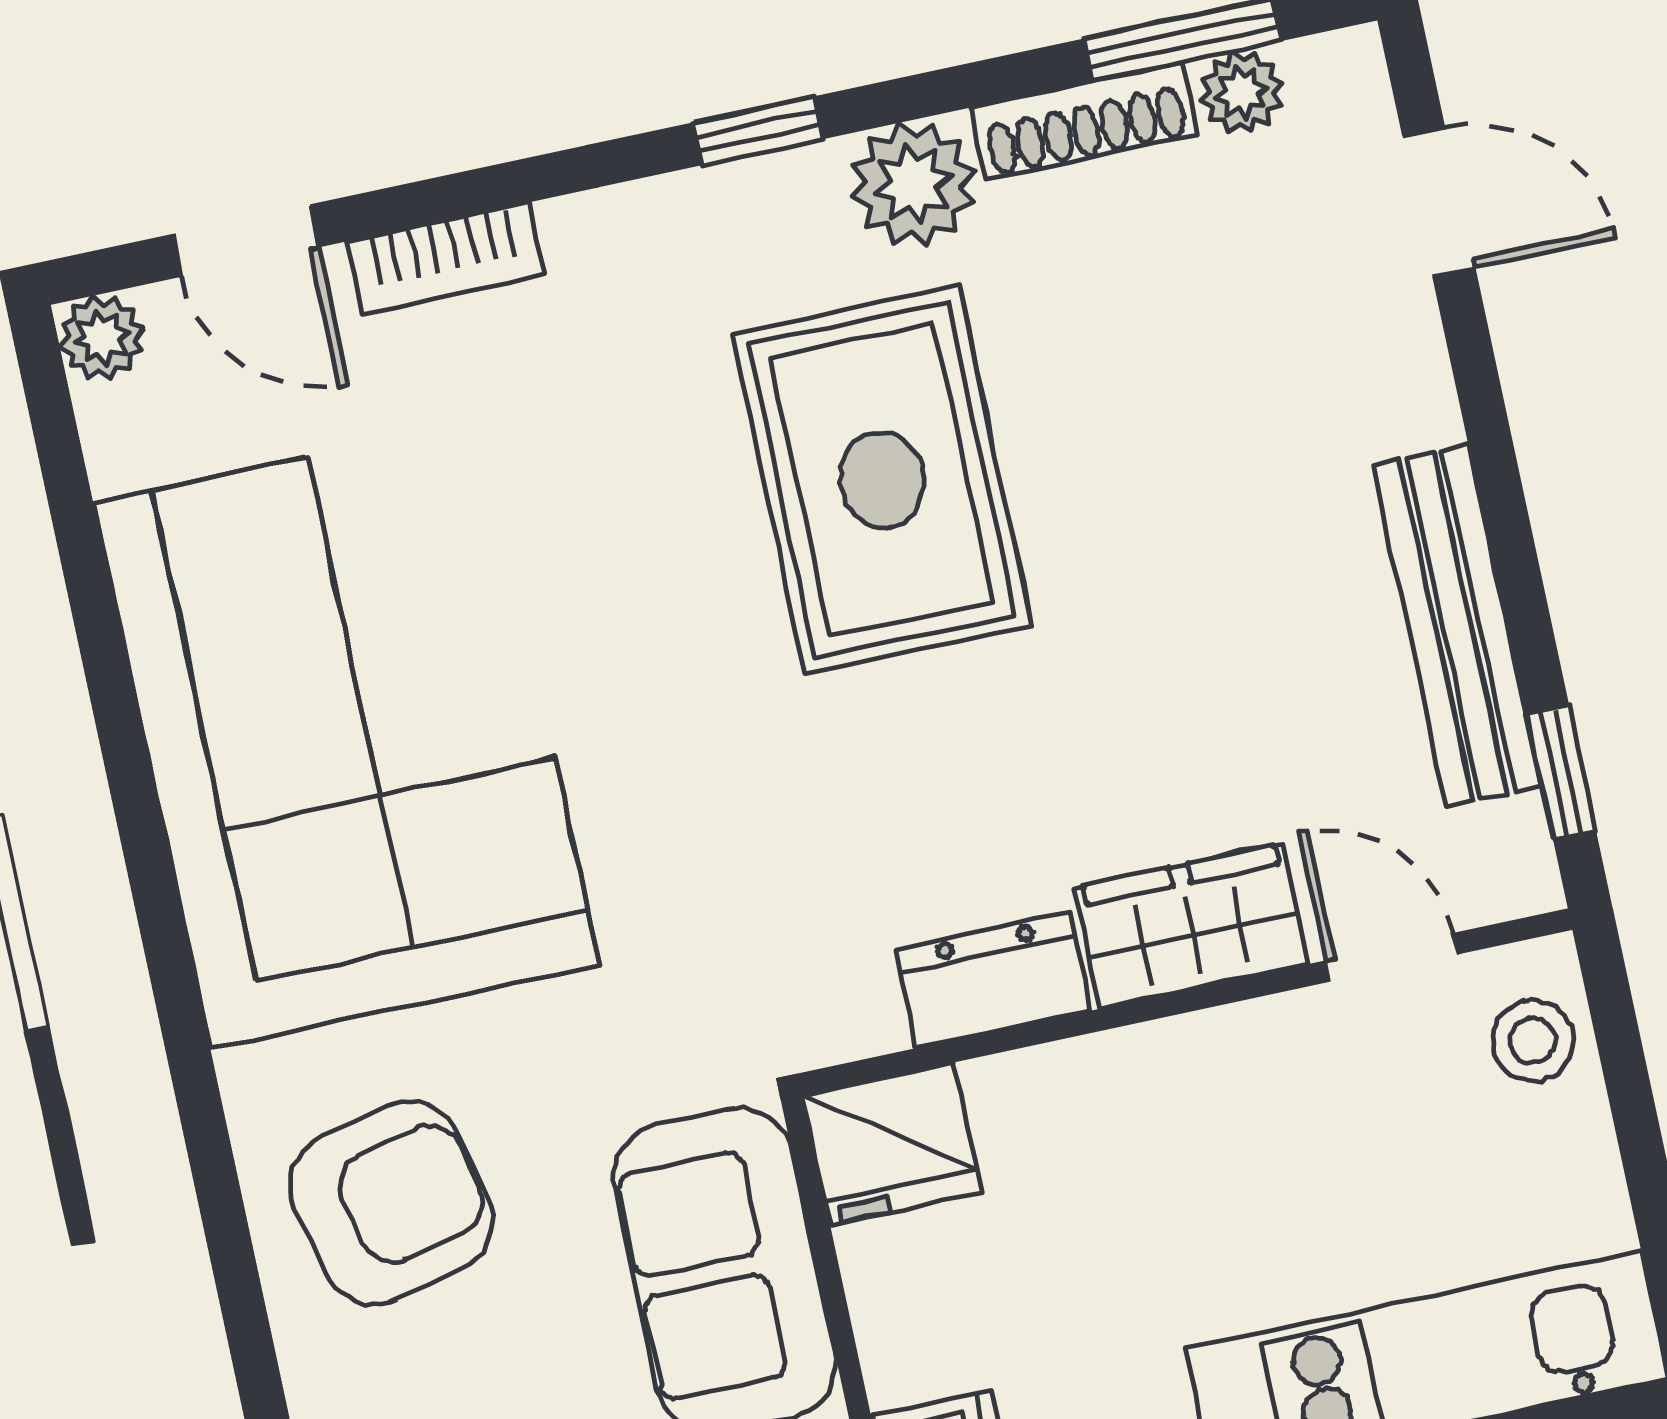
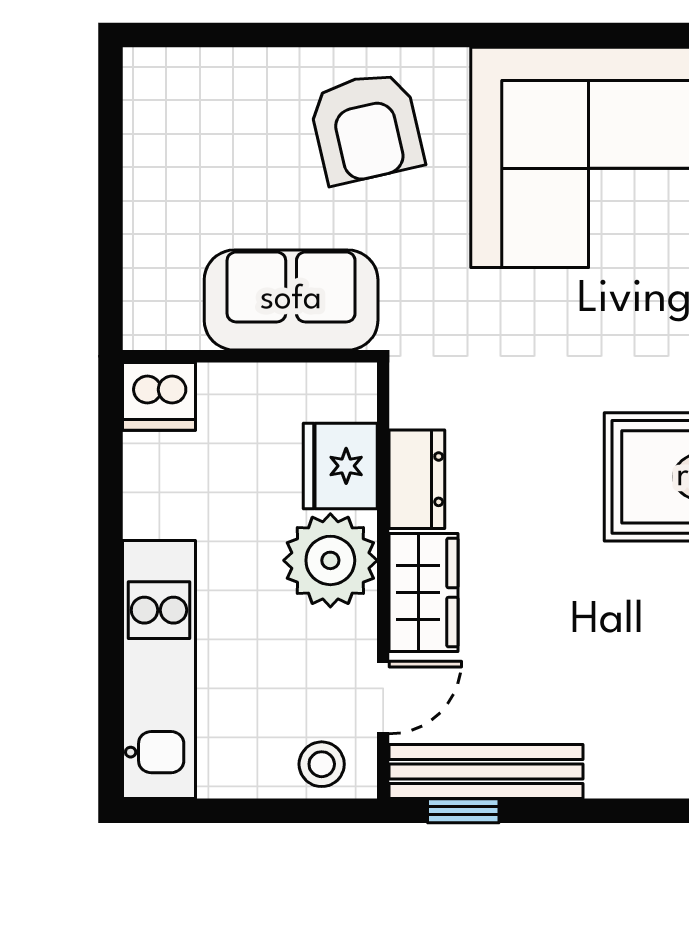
bench: (1457, 626) -> (486, 771), moved
plant: (1170, 1103) -> (330, 560), added
fridge: (892, 1144) -> (340, 466), moved

